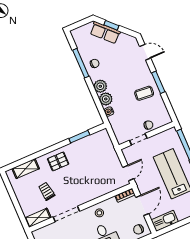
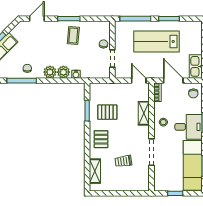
pallet: (86, 156) -> (107, 112), added
shelving: (38, 218) -> (144, 113), moved

